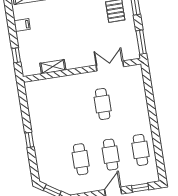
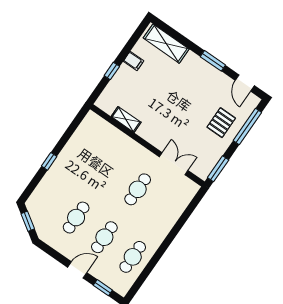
window: (16, 55) -> (112, 71), moved

